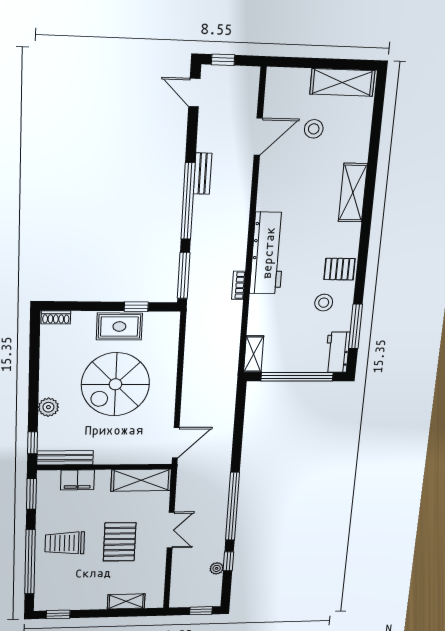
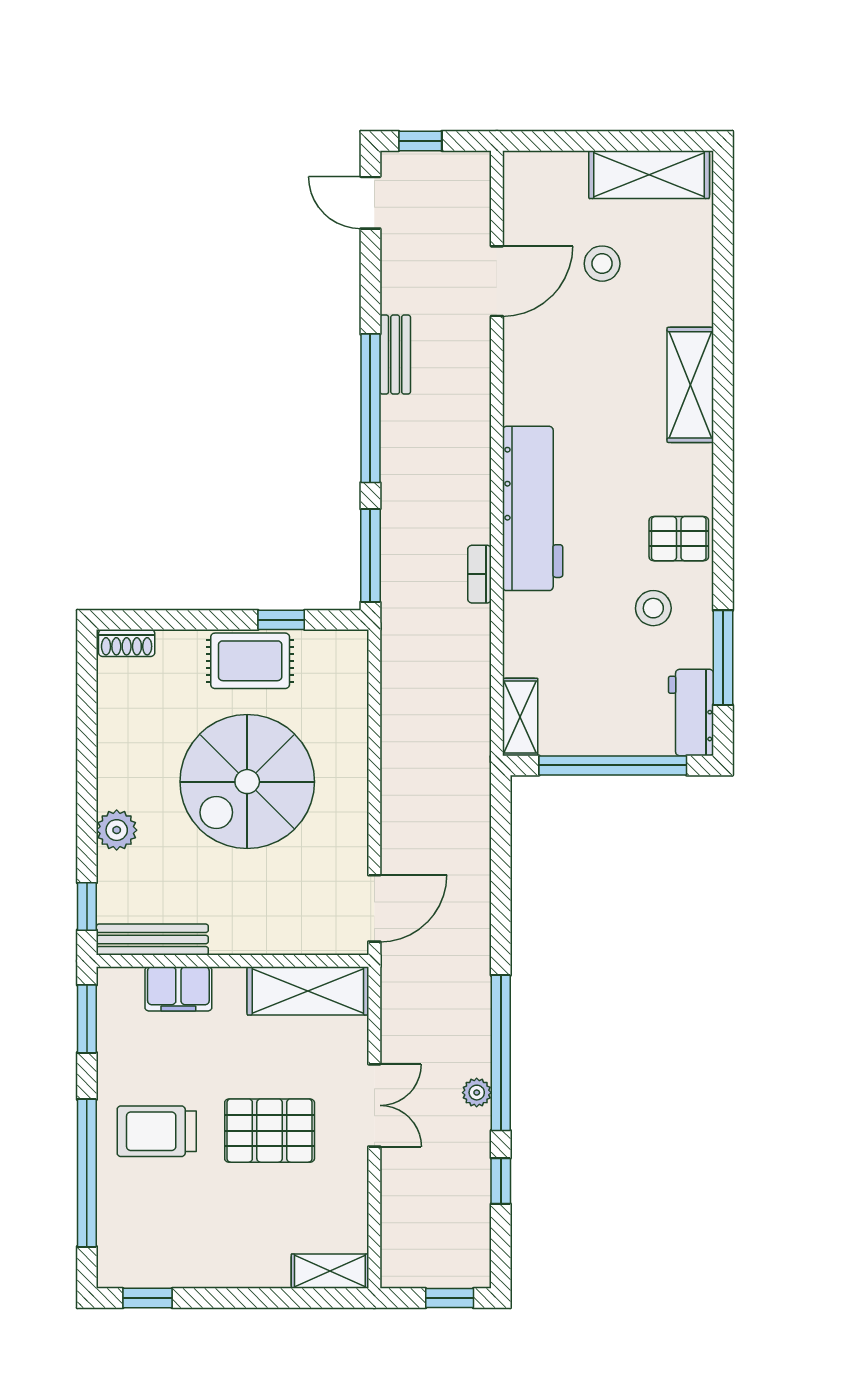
pallet: (120, 542) -> (270, 1131), turned 90
plant: (217, 568) -> (477, 1093), moved
shelving: (126, 601) -> (330, 1271), moved

